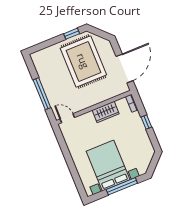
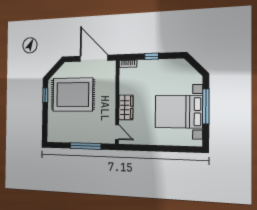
wardrobe: (106, 112) -> (126, 107), moved
door: (67, 118) -> (117, 132), swing flipped

